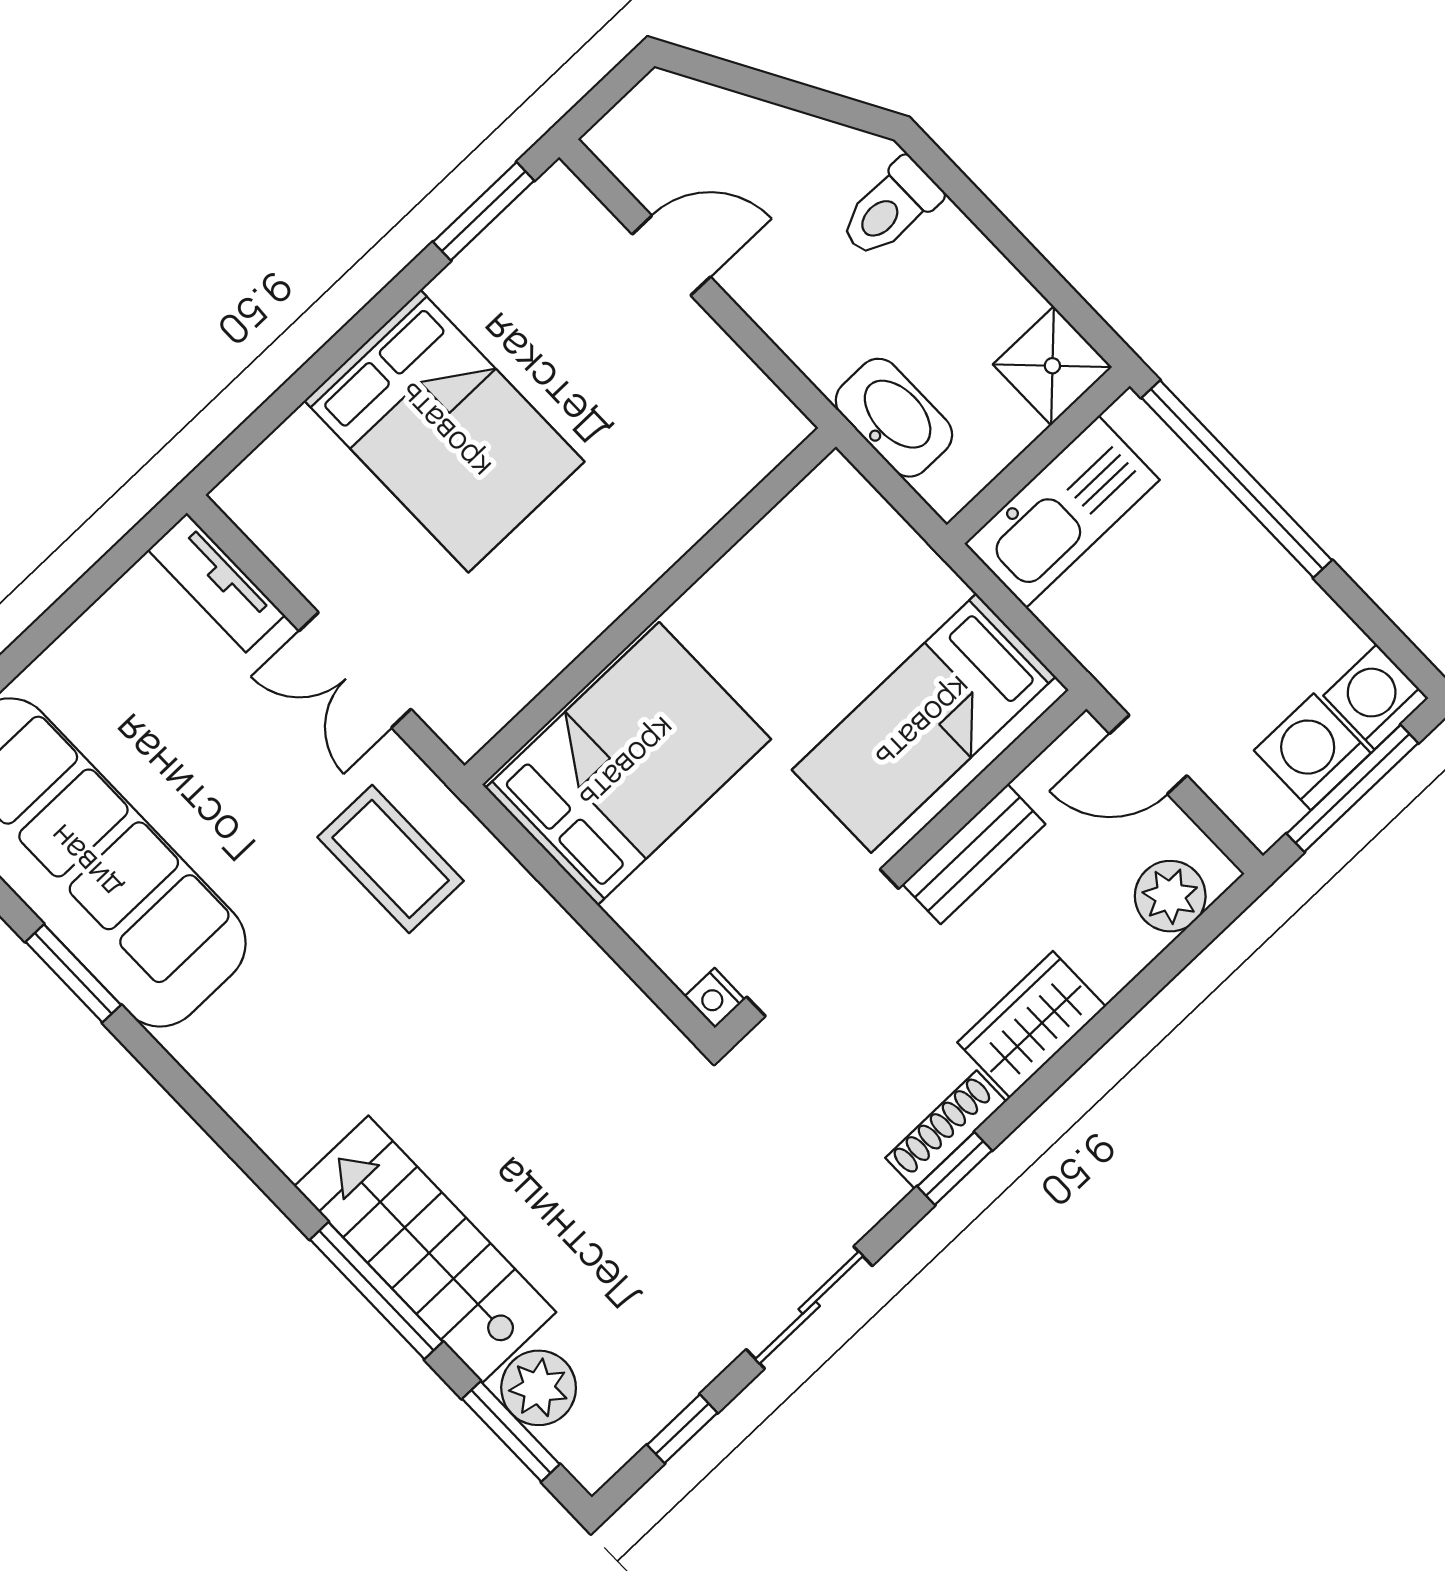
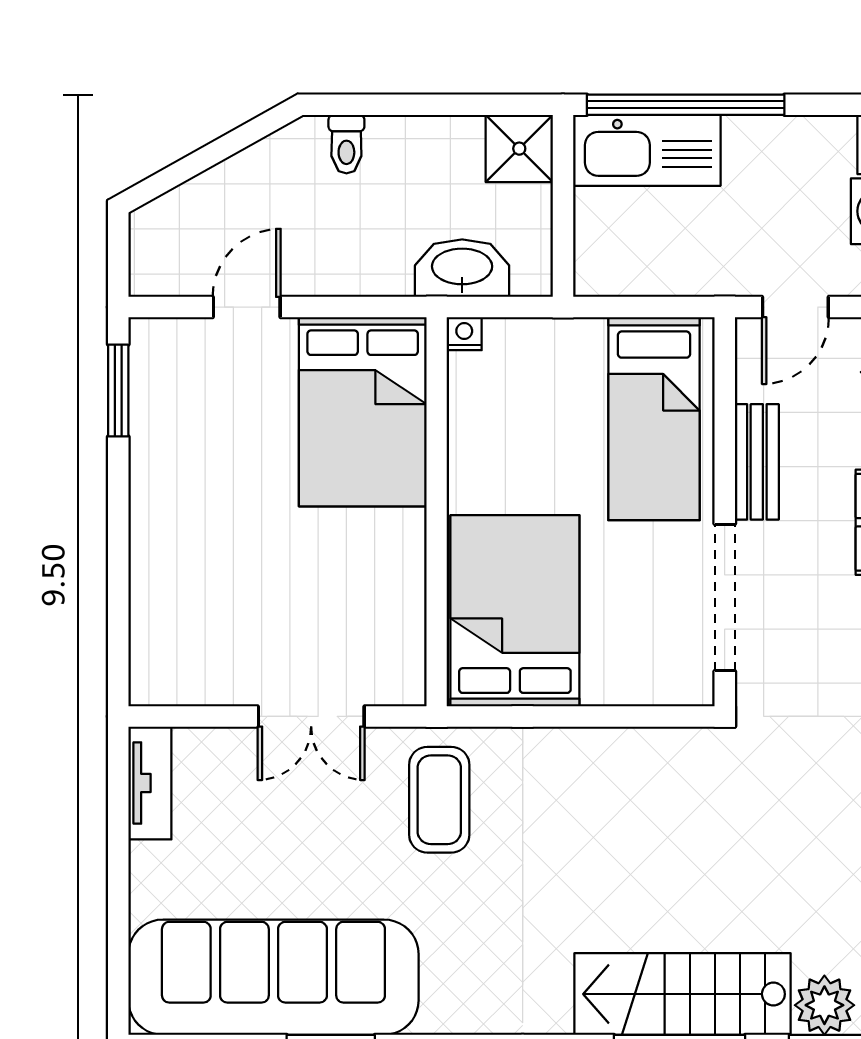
toilet: (890, 208) -> (346, 144), width x0.73, depth x0.72
bed: (444, 431) -> (363, 412), moved, turned 90
kitchen sink: (1062, 512) -> (647, 150), moved, turned 90
tv unit: (216, 583) -> (150, 783), moved, turned -90
coffee table: (391, 859) -> (439, 800), turned 90
nightstand: (715, 998) -> (464, 334), moved, turned 180

